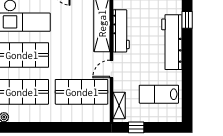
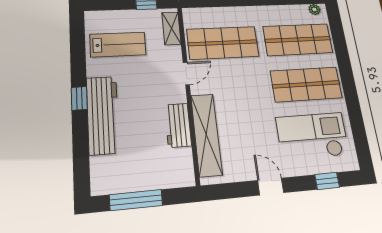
window: (187, 20) -> (79, 98), moved
workbench: (121, 31) -> (178, 125), width x0.73

